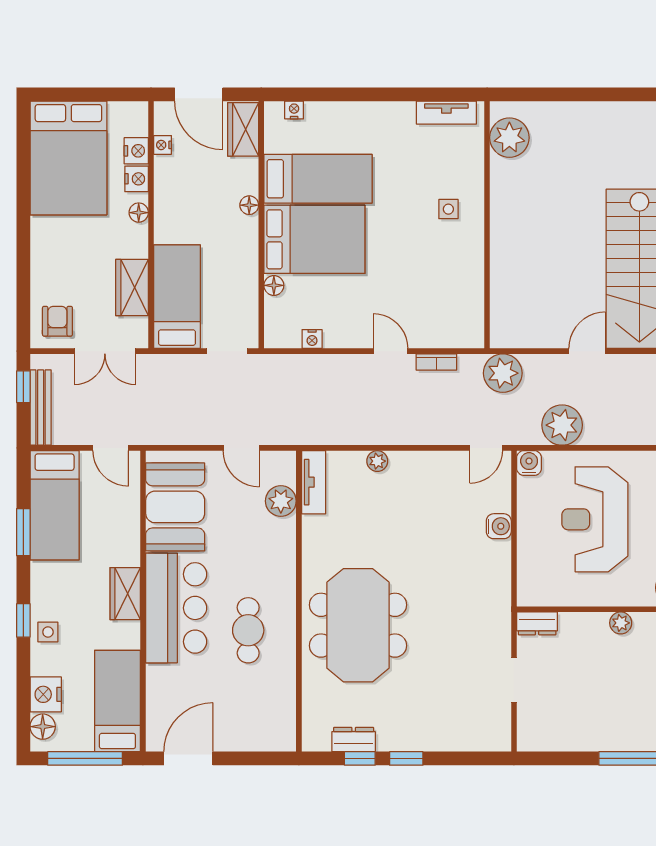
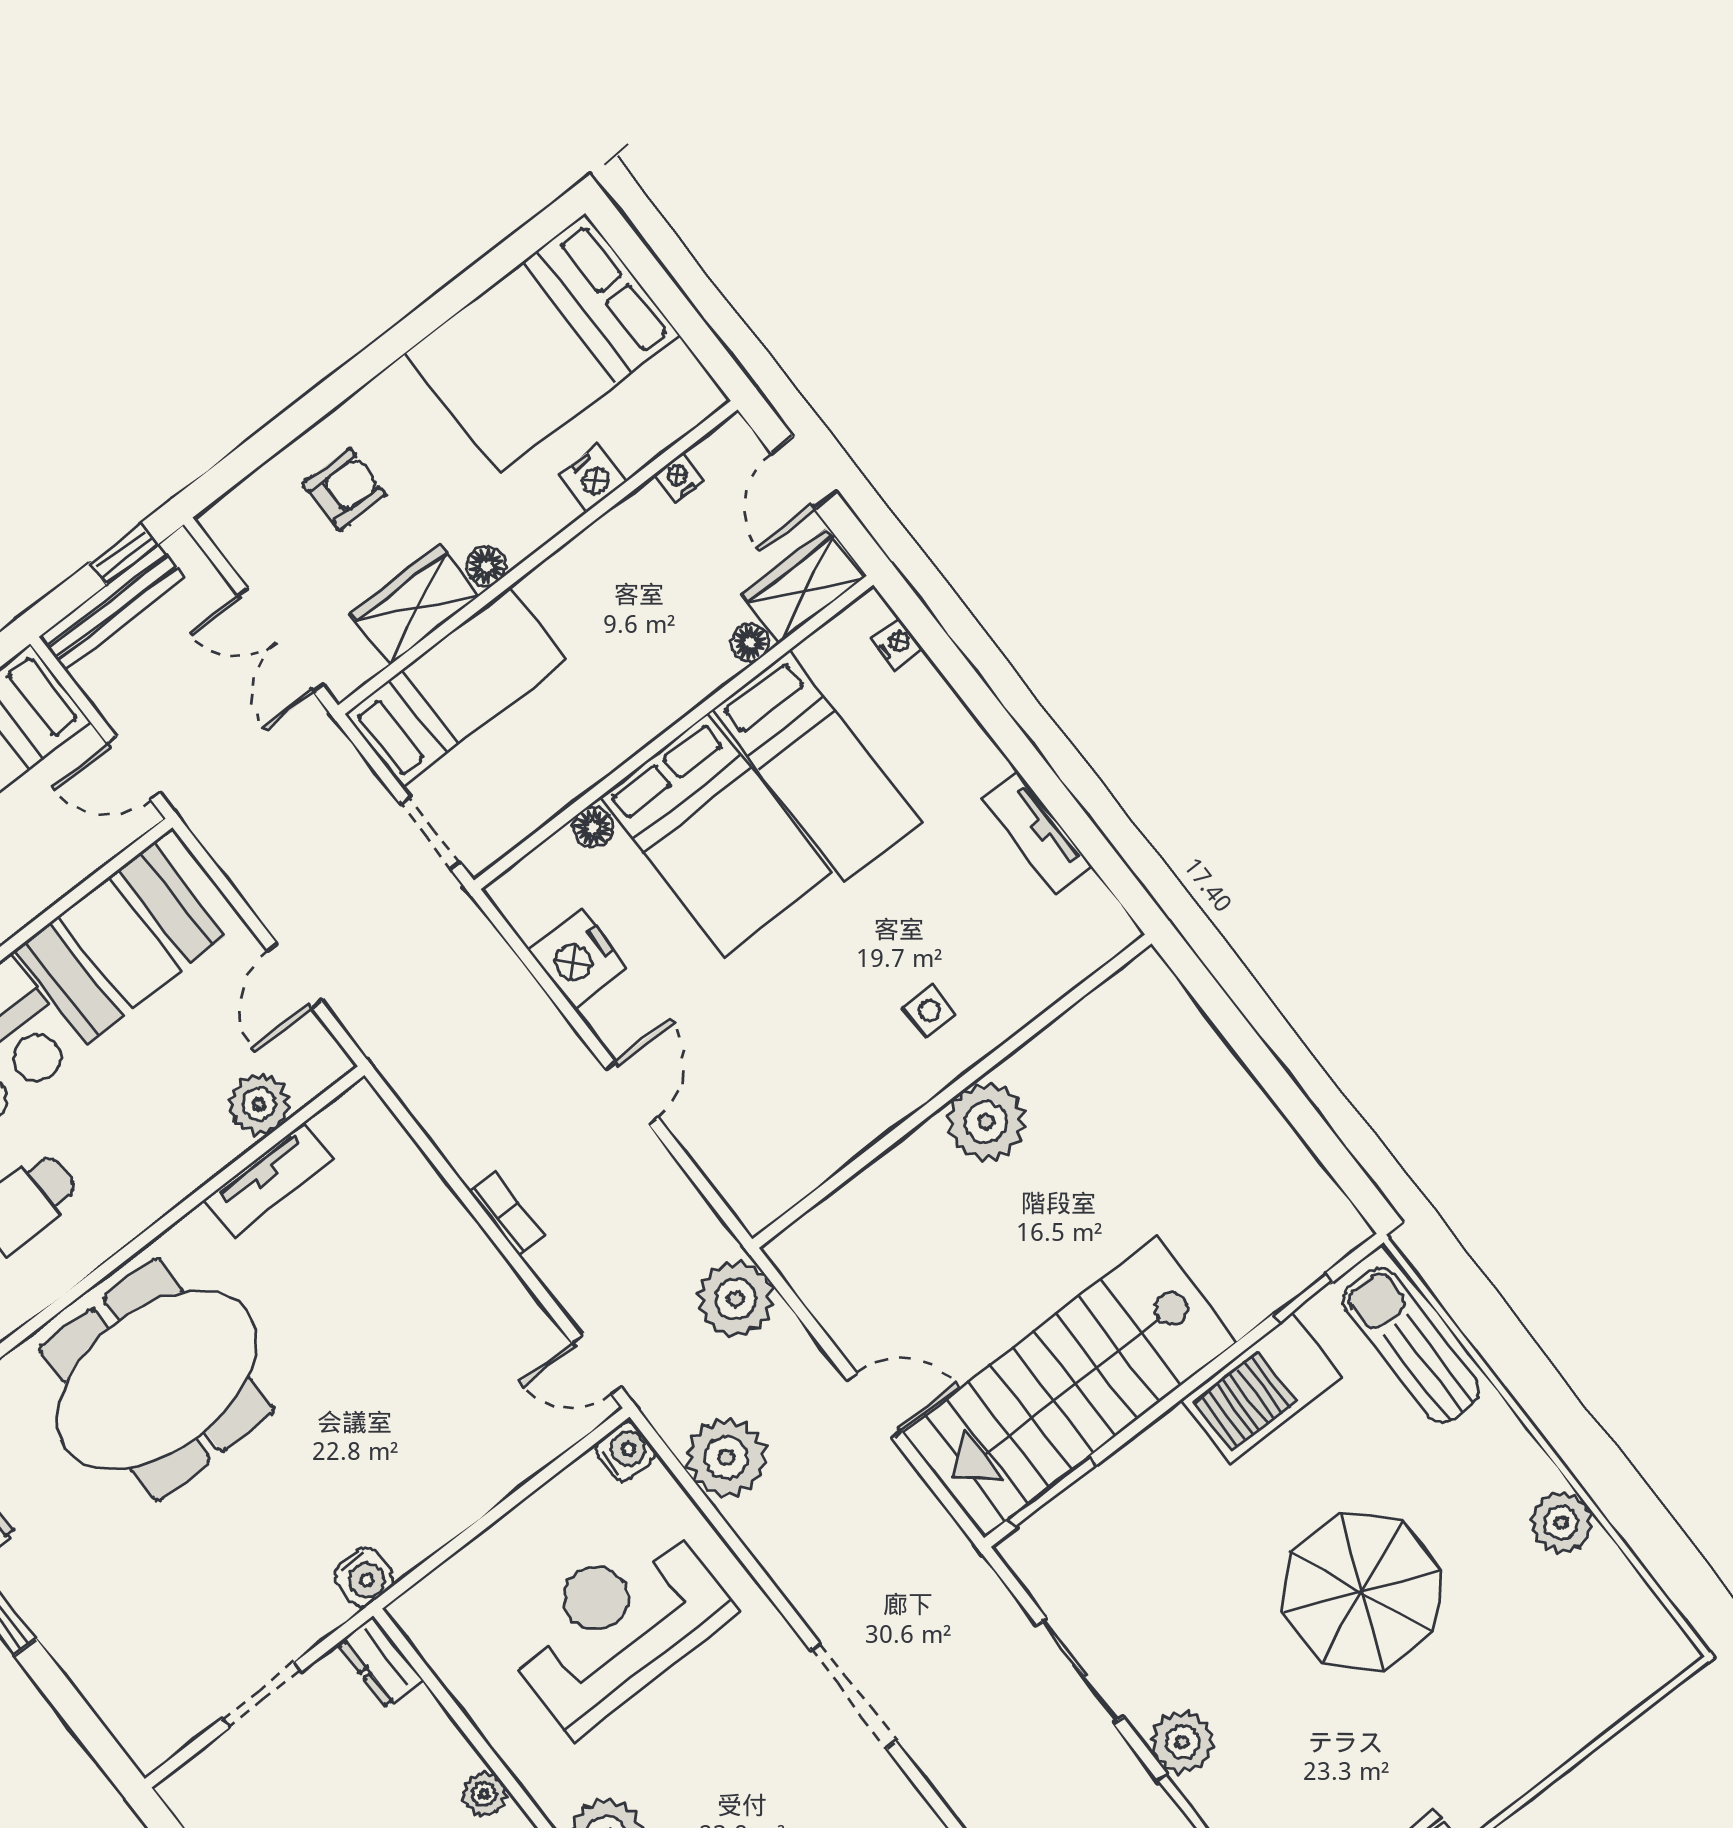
door: (199, 94) -> (804, 473), width x0.73
tv unit: (446, 113) -> (1037, 833), moved
plant: (509, 138) -> (986, 1122), moved
nightstand: (136, 151) -> (637, 443), removed
floor lamp: (249, 205) -> (750, 643), moved
floor lamp: (139, 213) -> (486, 566), moved
armchair: (57, 321) -> (344, 489), moved
nightstand: (312, 339) -> (578, 959), width x1.89, depth x1.79
bookcase: (436, 362) -> (506, 1213), moved, turned 180
door: (111, 448) -> (134, 768), hinge flipped
plant: (377, 461) -> (441, 1208), removed
tv unit: (314, 482) -> (268, 1180), moved
water cooler: (499, 526) -> (364, 1577), moved

